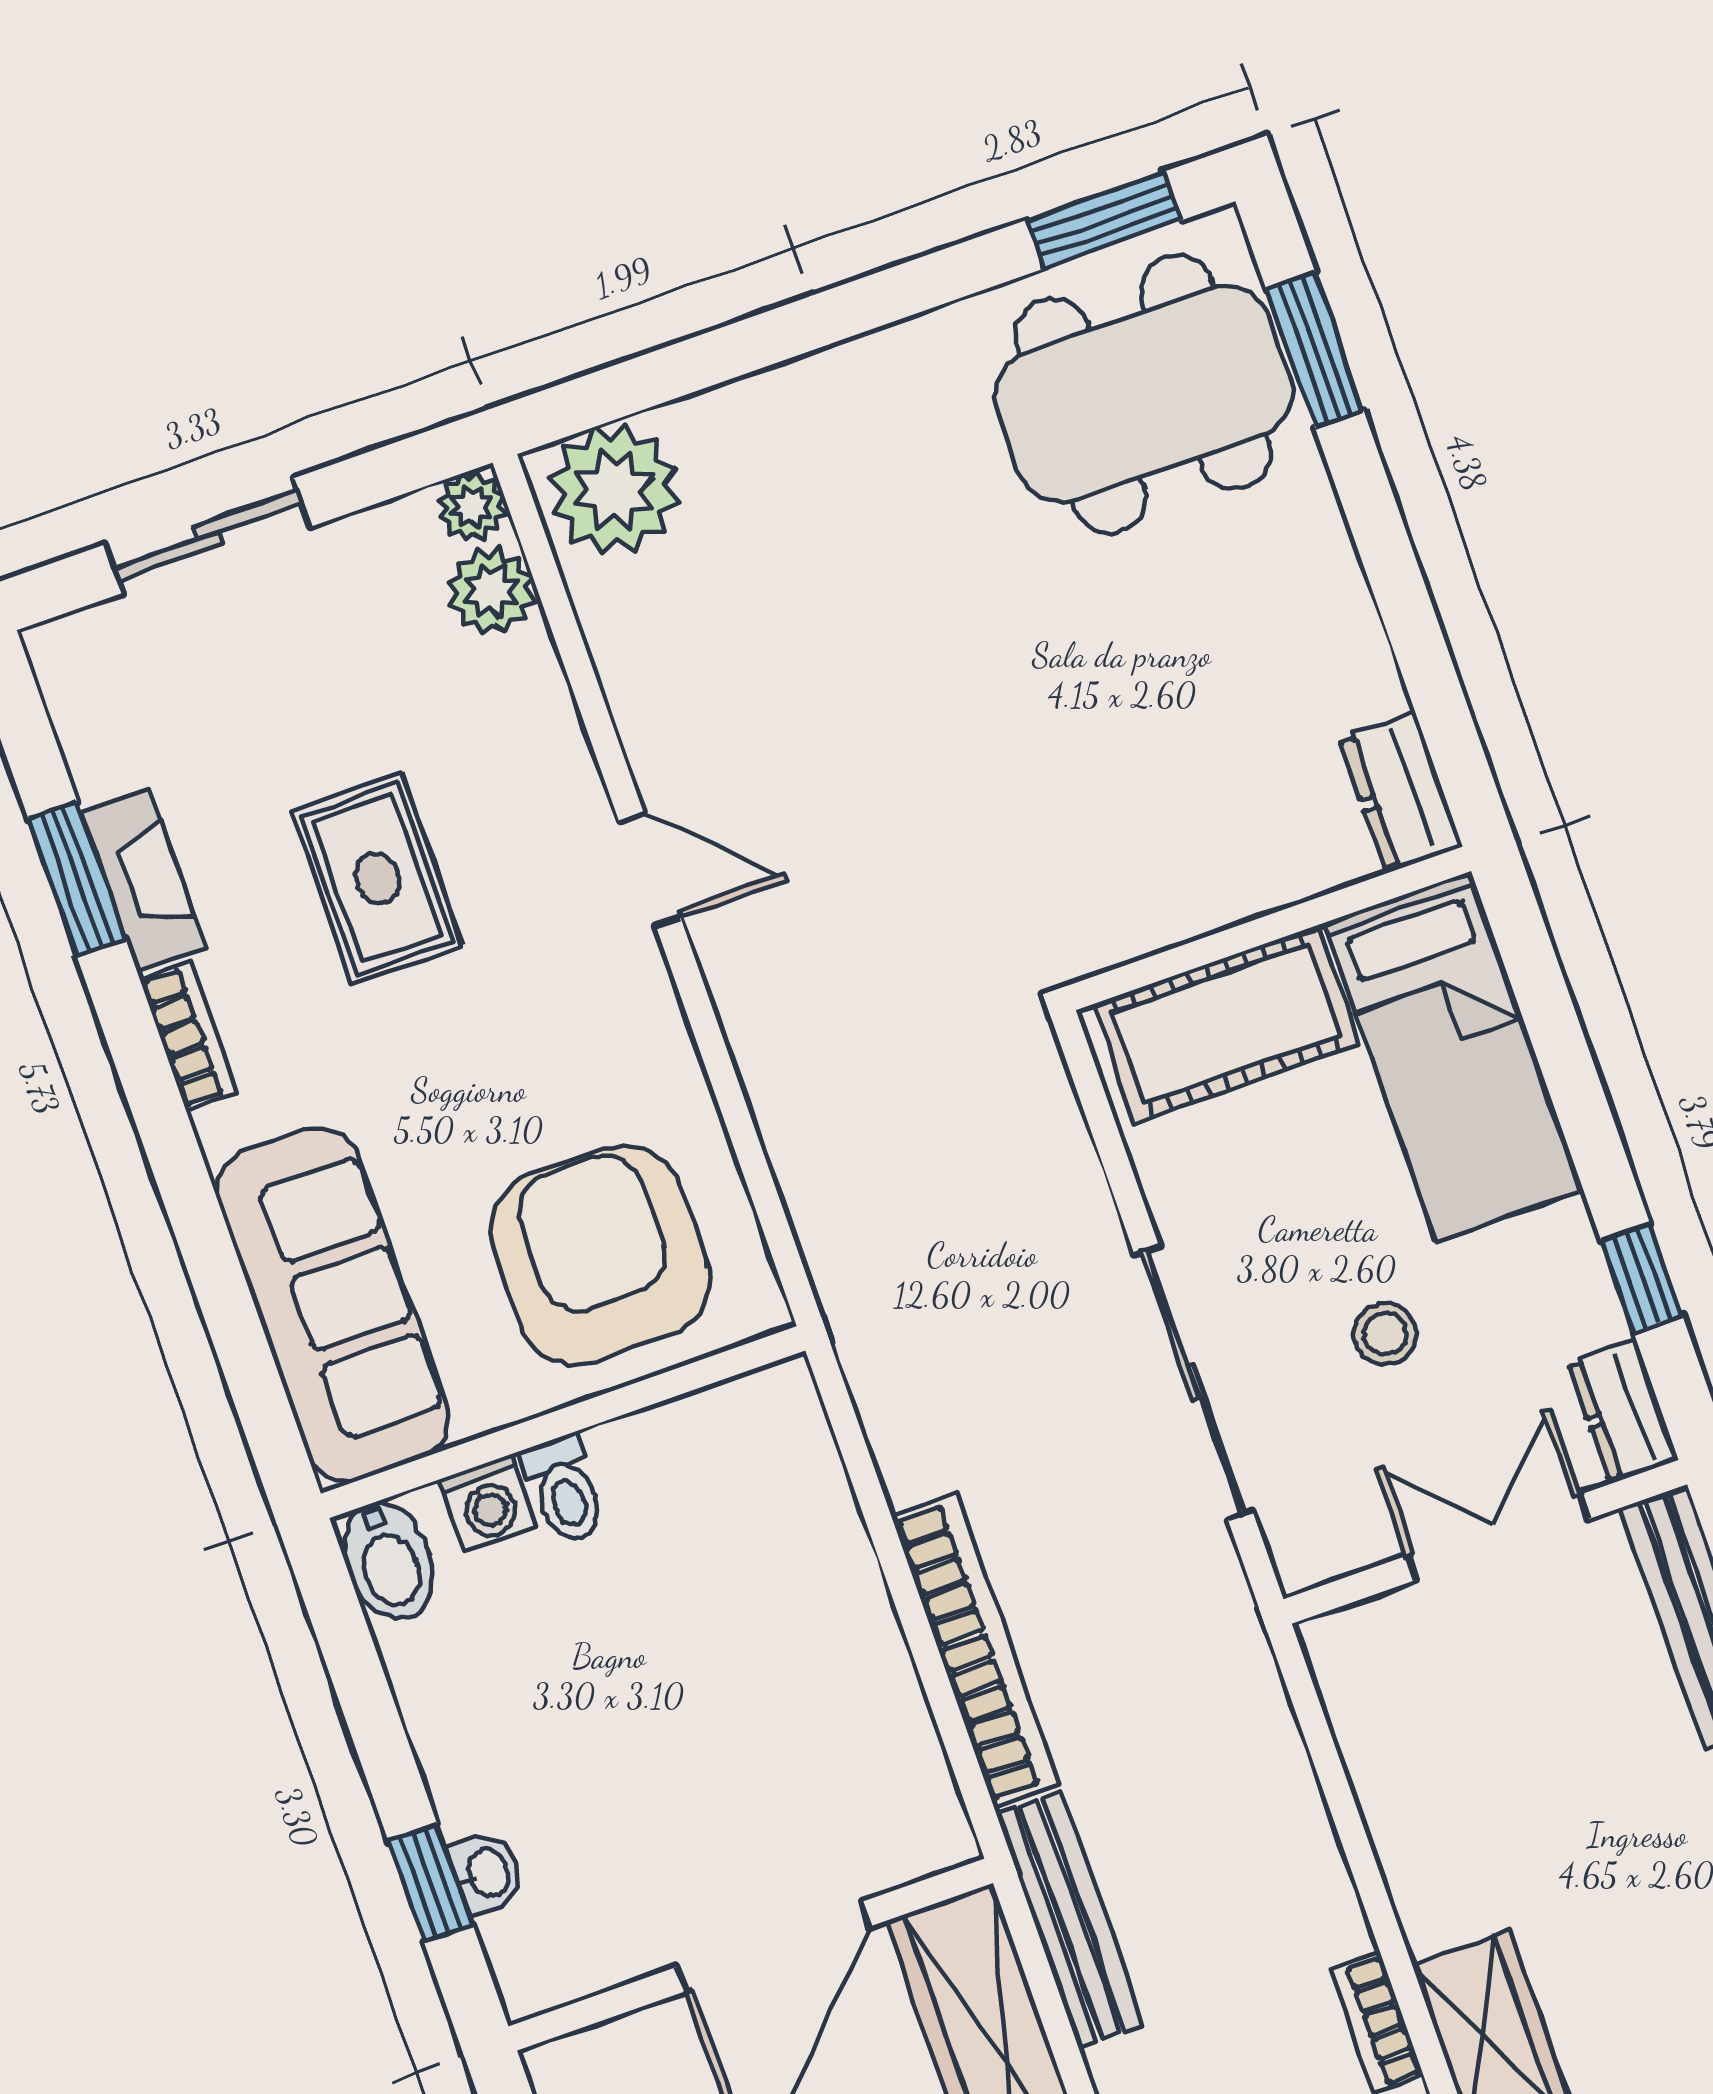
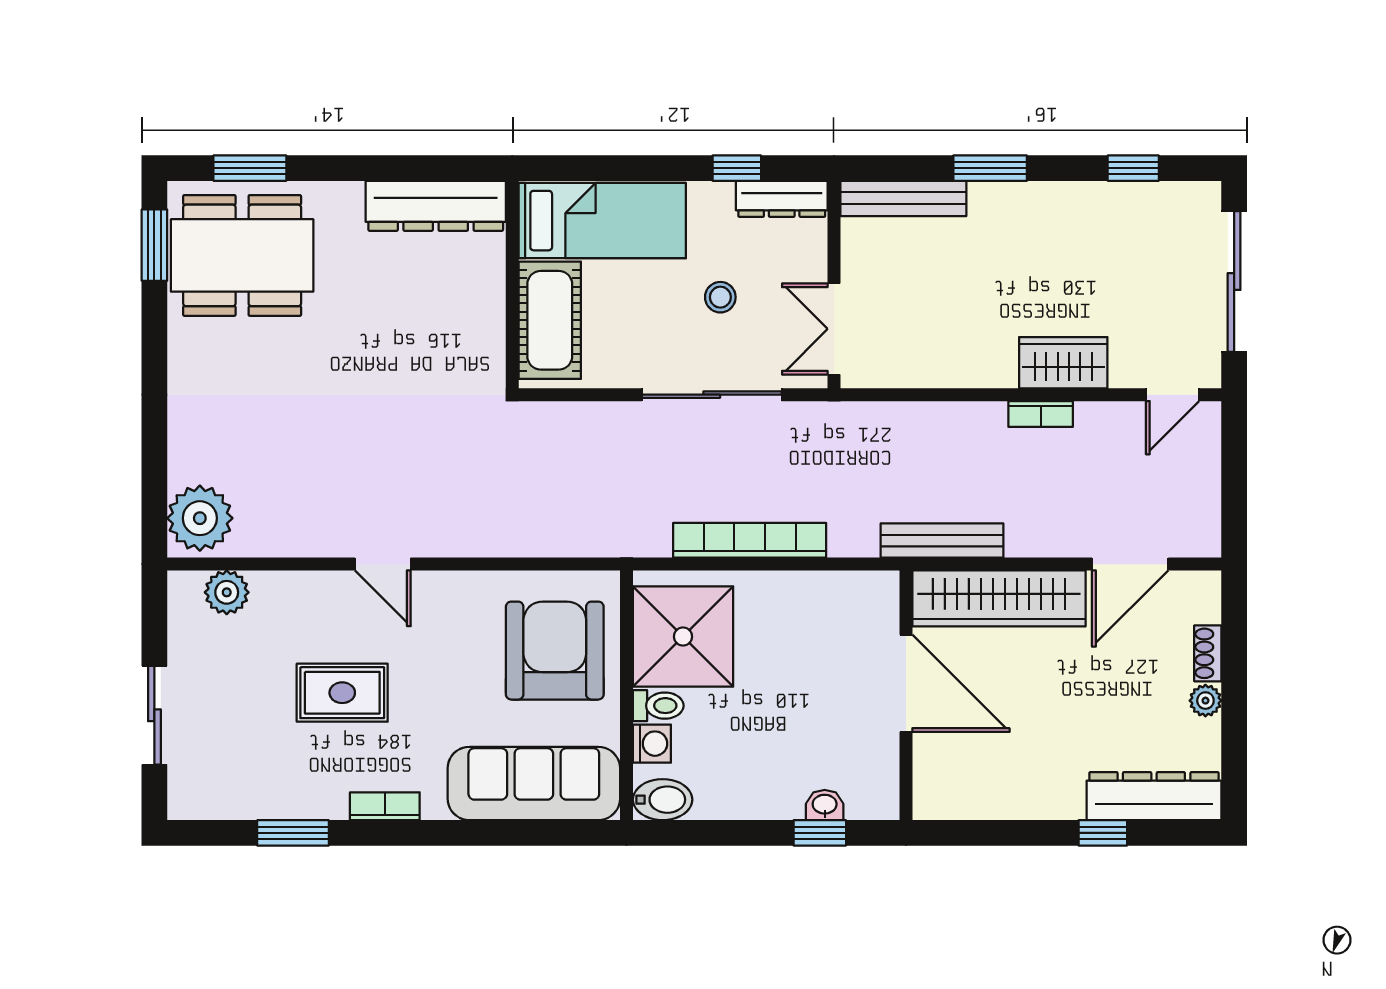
dining table: (1143, 394) -> (242, 255), turned 90
plant: (472, 507) -> (184, 587), removed
dresser: (1400, 792) -> (436, 206), width x1.96, depth x1.24
door: (650, 869) -> (383, 564), swing flipped
fireplace: (143, 880) -> (304, 802), removed
armchair: (600, 1255) -> (555, 651), turned 90
dresser: (1623, 1411) -> (782, 199), width x1.44
shower: (713, 1490) -> (683, 637), added
double door: (1498, 1537) -> (834, 329), moved
bookcase: (975, 1650) -> (750, 540), moved

